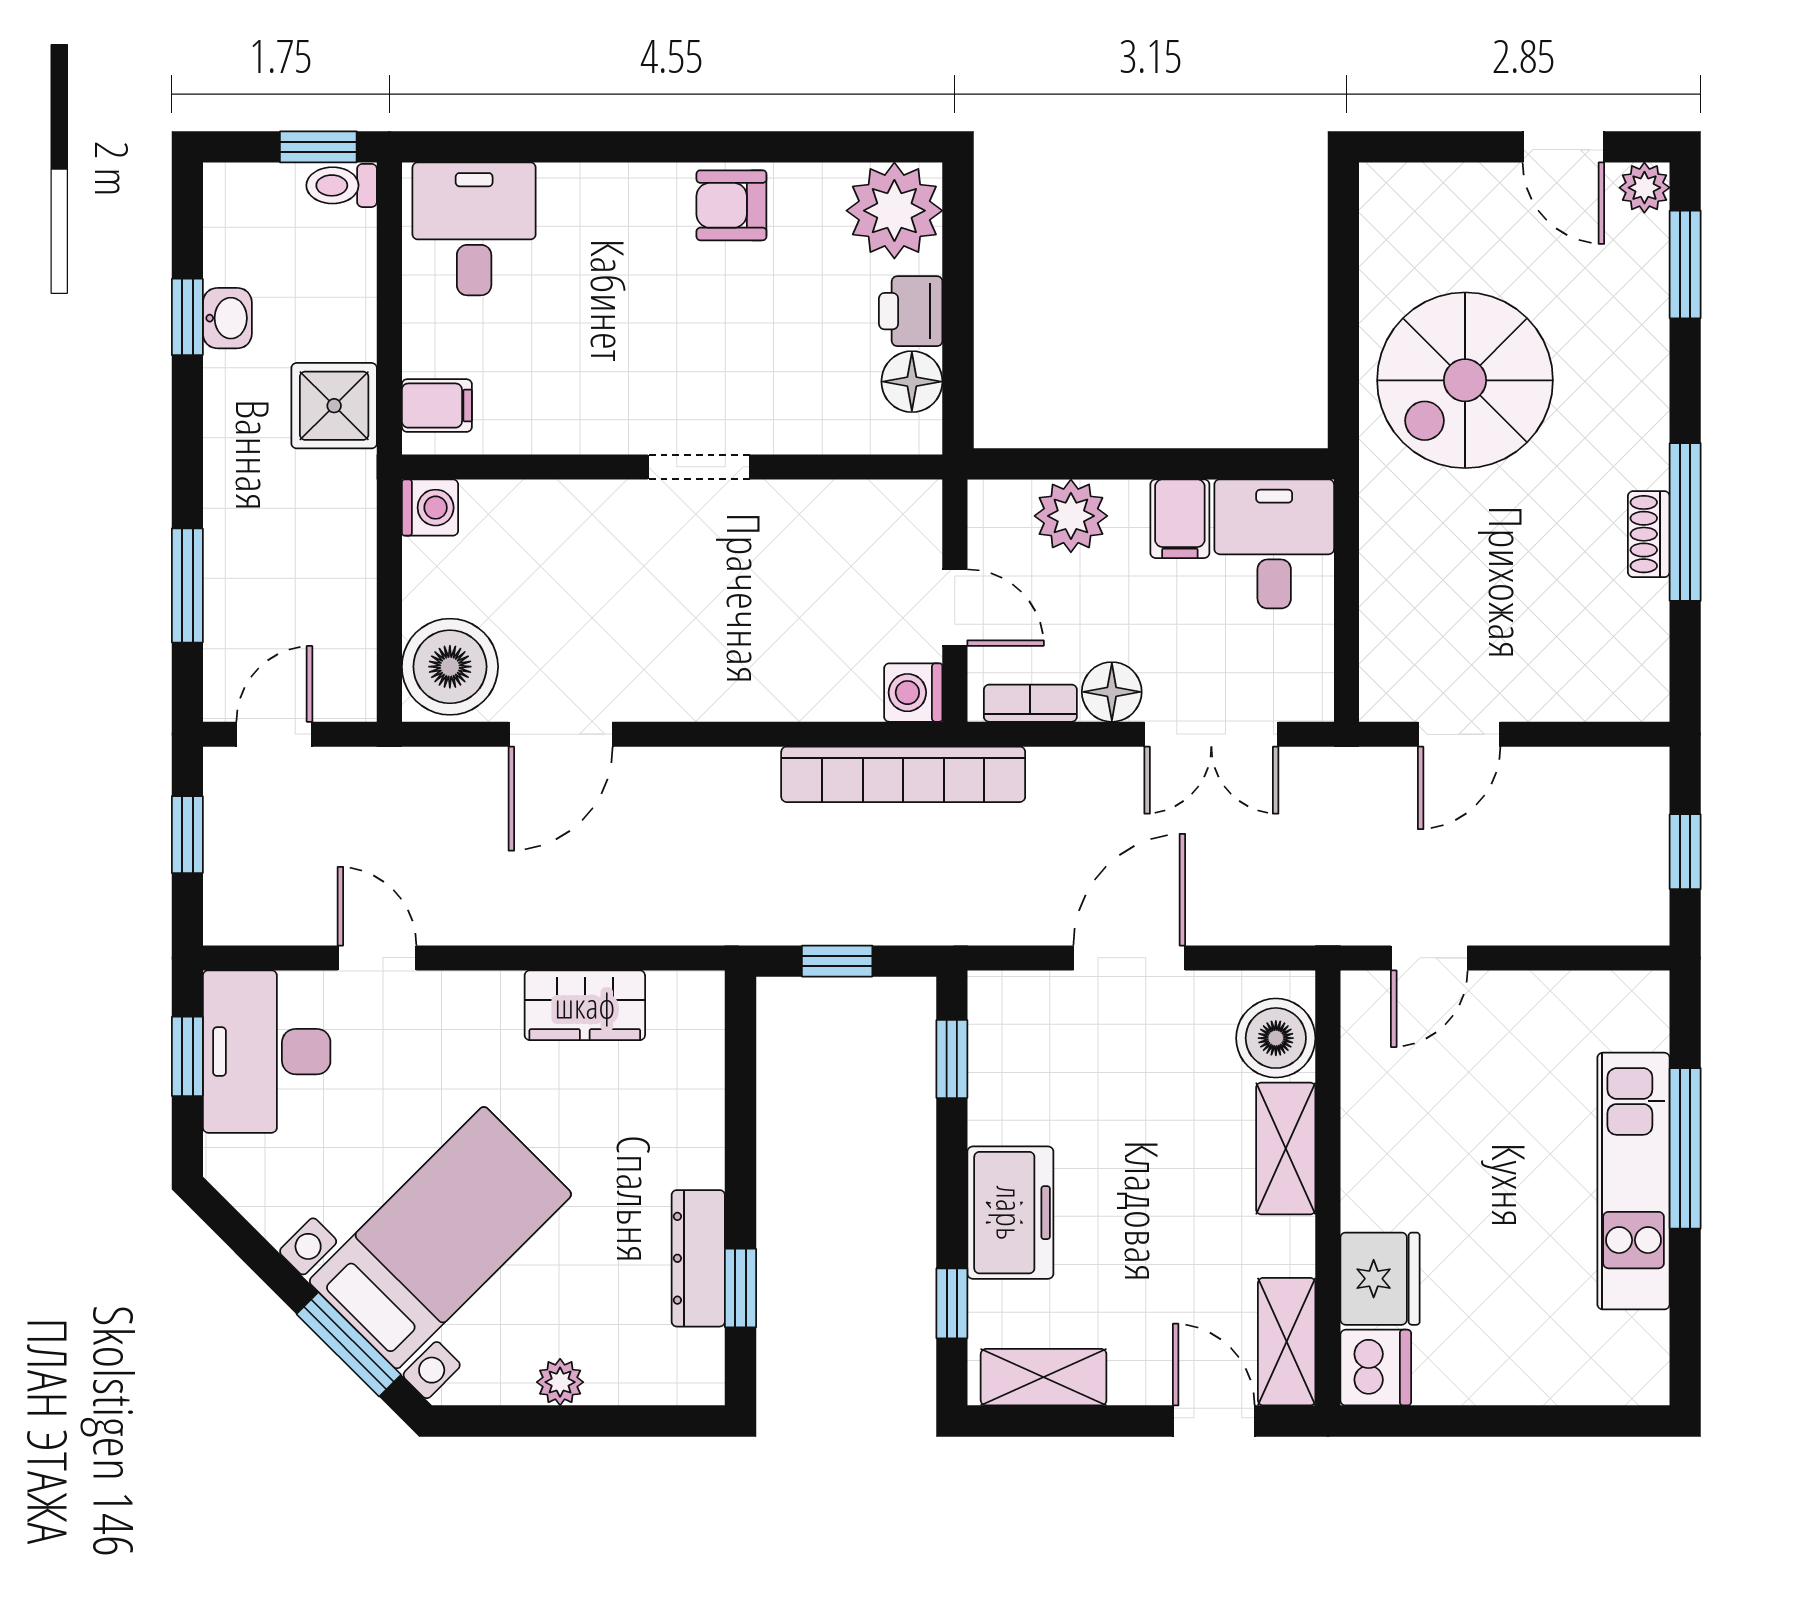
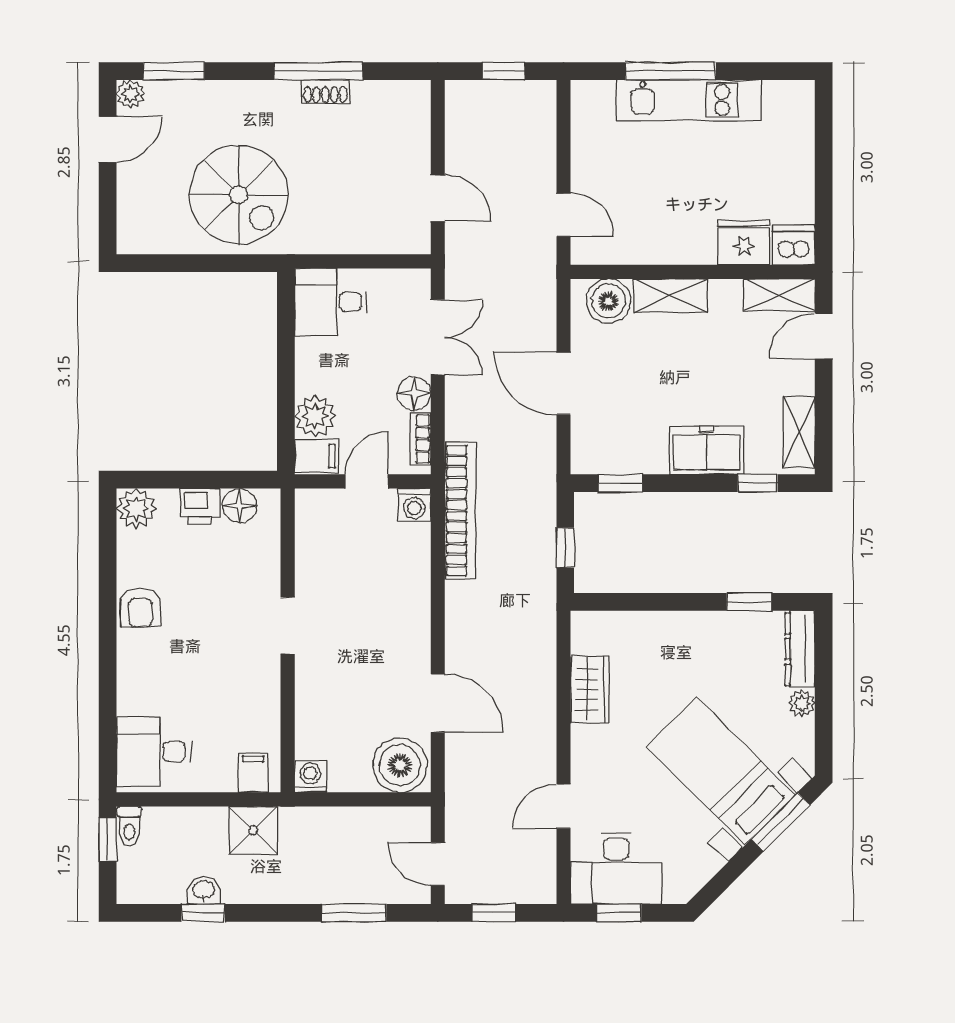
plant: (894, 211) -> (136, 508), width x0.73, depth x0.73
filing cabinet: (1180, 519) -> (317, 456), moved
dresser: (698, 1258) -> (800, 649), moved, turned 90

